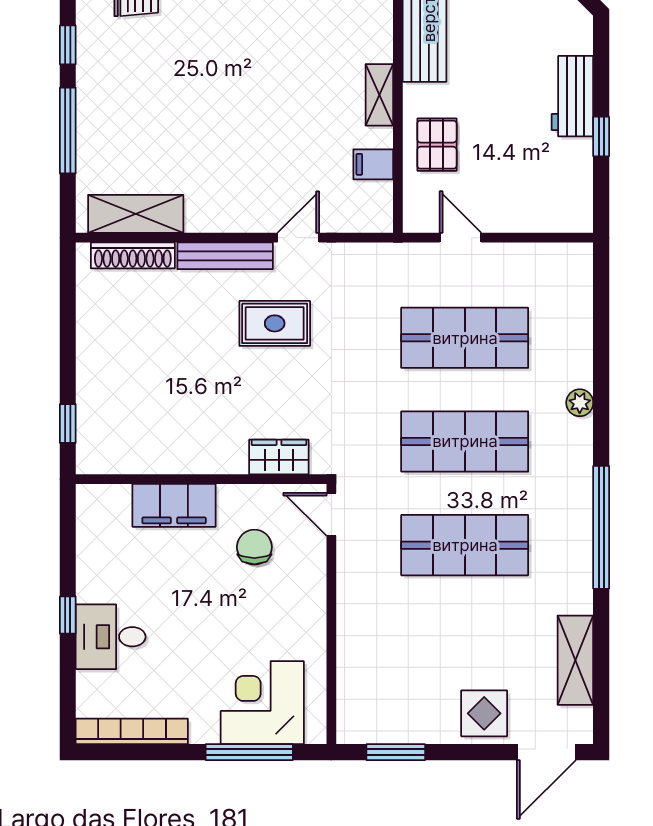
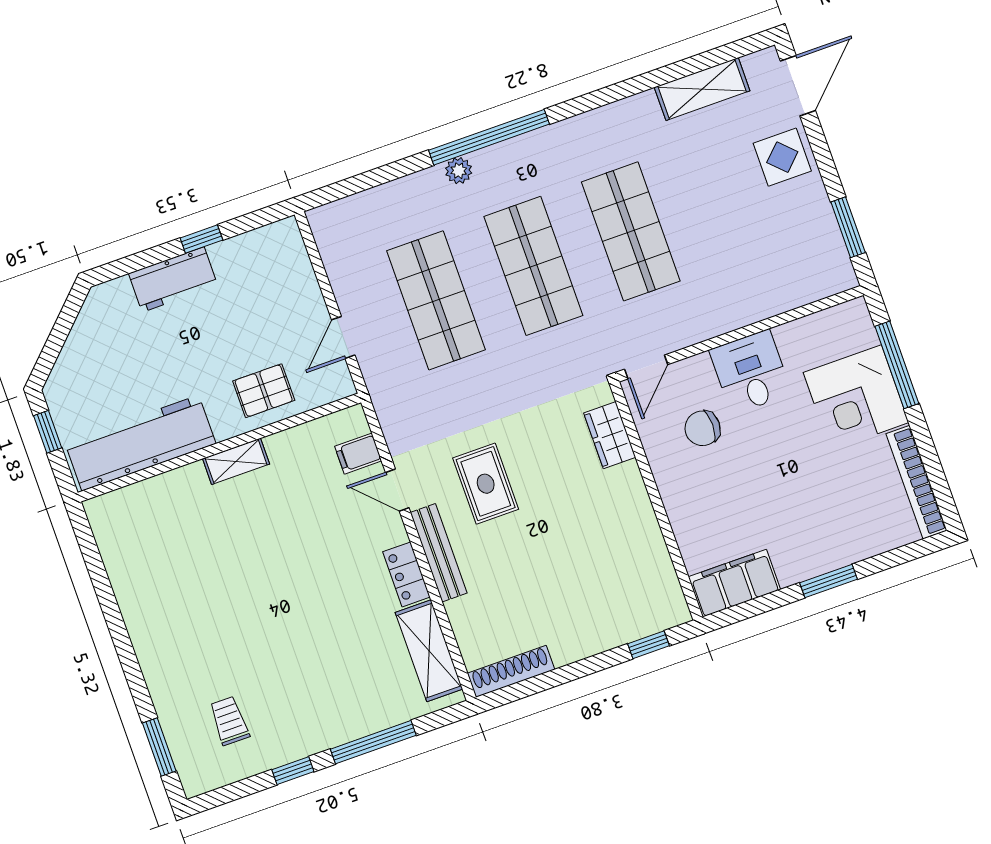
filing cabinet: (373, 164) -> (358, 454), moved, turned 90
locker: (215, 218) -> (406, 574), added
shoe rack: (133, 255) -> (511, 671), moved, turned -90
filing cabinet: (174, 505) -> (734, 583), moved, turned -90
window: (601, 527) -> (489, 137), moved
window: (68, 615) -> (828, 581), width x1.50
desk: (111, 637) -> (751, 372), moved, turned 180
corner desk: (262, 703) -> (856, 398), moved
door: (546, 752) -> (798, 86), hinge flipped

